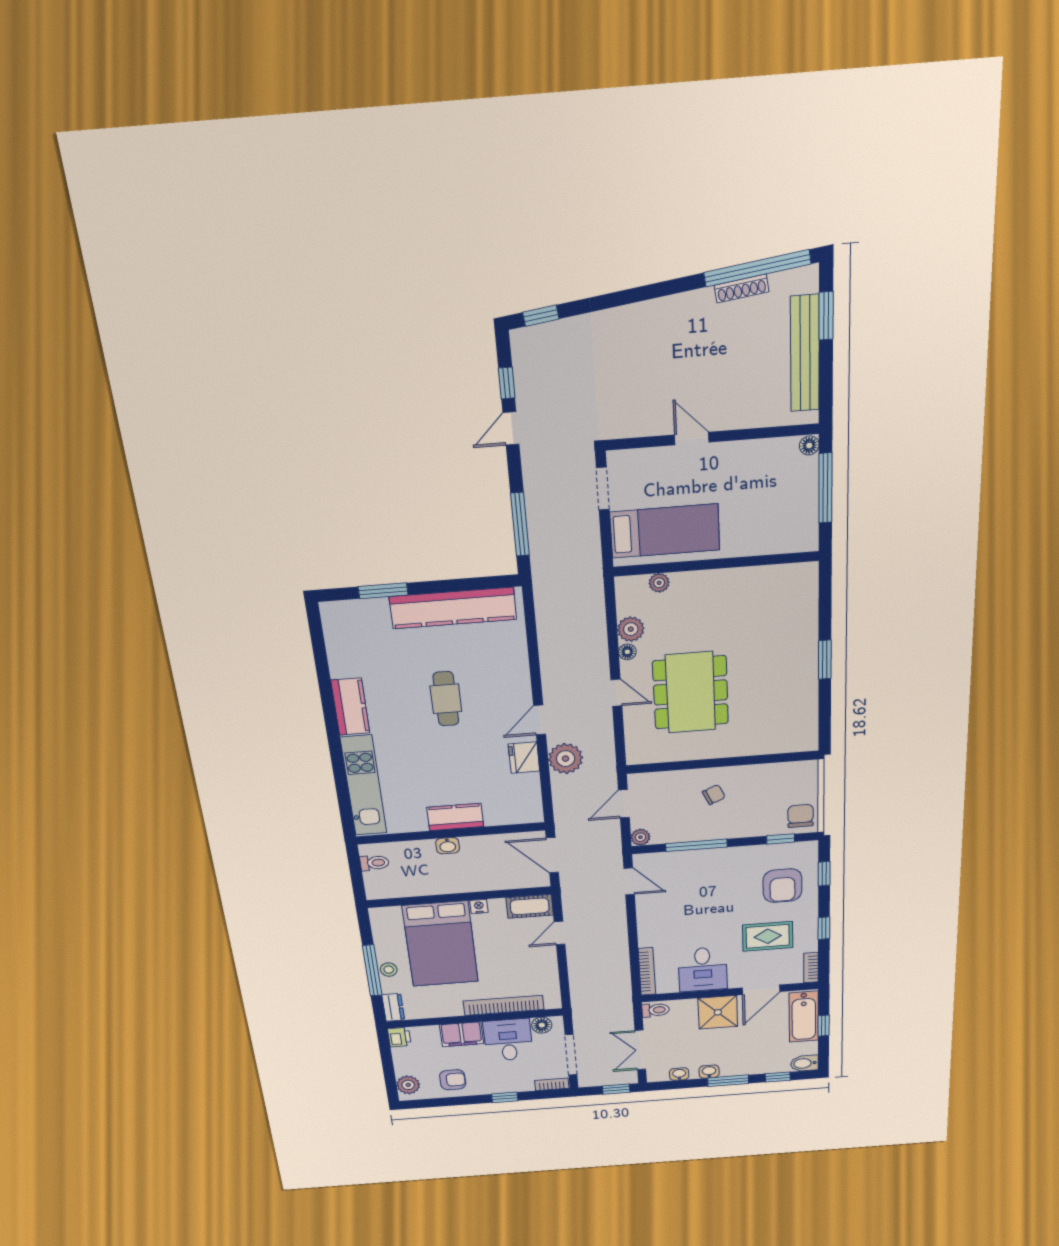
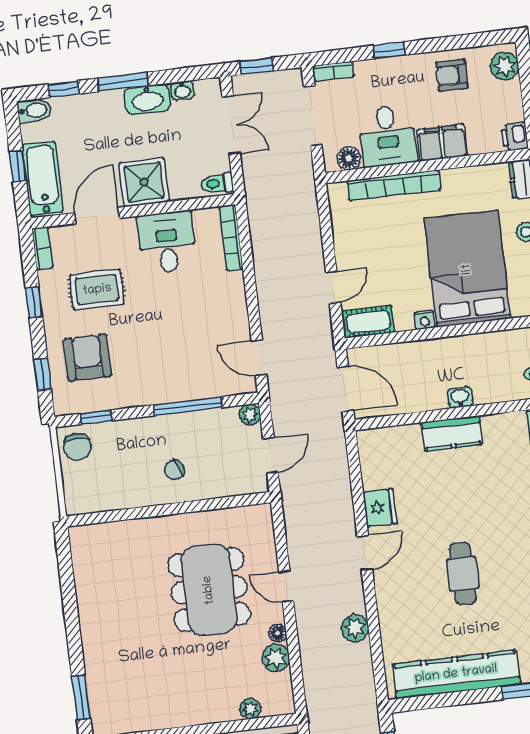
window: (825, 660) -> (81, 698), moved
plant: (566, 759) -> (355, 628), moved, width x0.73, depth x0.73
washbasin: (709, 1072) -> (147, 99), width x1.91, depth x1.45

